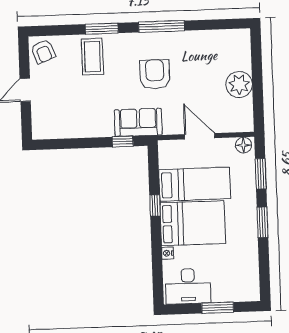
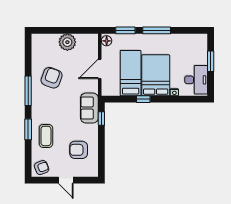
coffee table: (92, 57) -> (46, 136), turned 90
armchair: (155, 74) -> (52, 78), moved, turned 110
armchair: (73, 108) -> (79, 150), added
window: (262, 222) -> (157, 30), width x1.44

